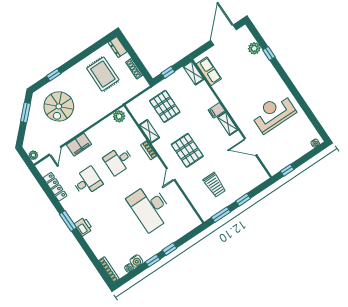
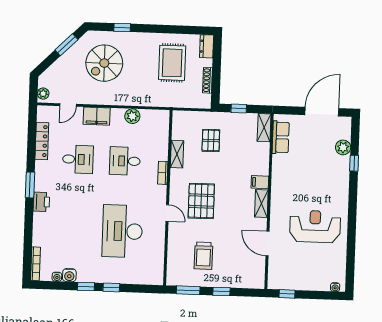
pallet: (165, 106) -> (211, 140), width x0.67, depth x0.71
plant: (119, 116) -> (132, 116), moved
door: (171, 174) -> (167, 213), swing flipped

